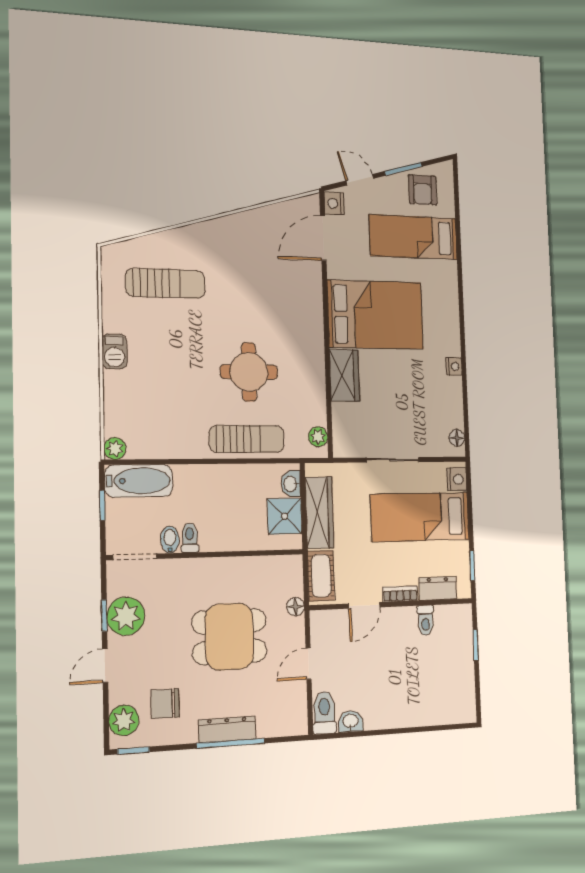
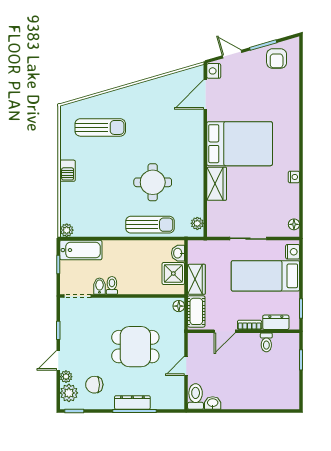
bed: (413, 237) -> (269, 91), removed
wardrobe: (319, 513) -> (196, 279), width x0.67
floor lamp: (296, 607) -> (179, 306), moved
plant: (126, 616) -> (66, 377), moved, width x0.53, depth x0.53

